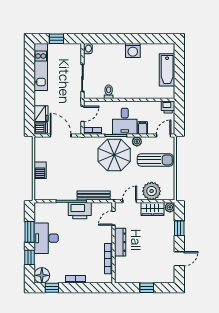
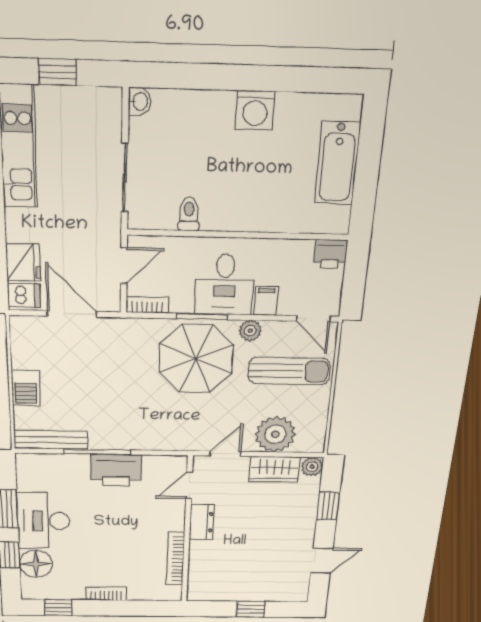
door: (164, 136) -> (313, 319), swing flipped
bench: (94, 196) -> (51, 440), moved
dresser: (120, 242) -> (202, 522), width x0.70
floor lamp: (42, 275) -> (36, 564), moved

